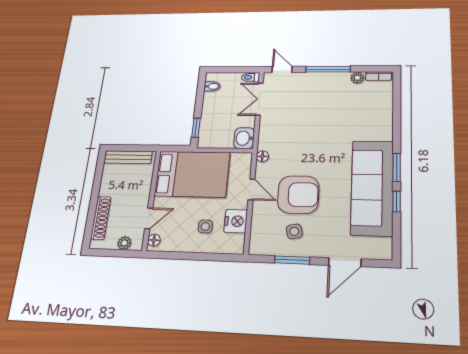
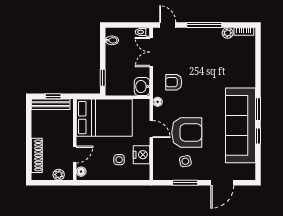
armchair: (285, 134) -> (174, 82), added
window: (133, 148) -> (53, 96), added

